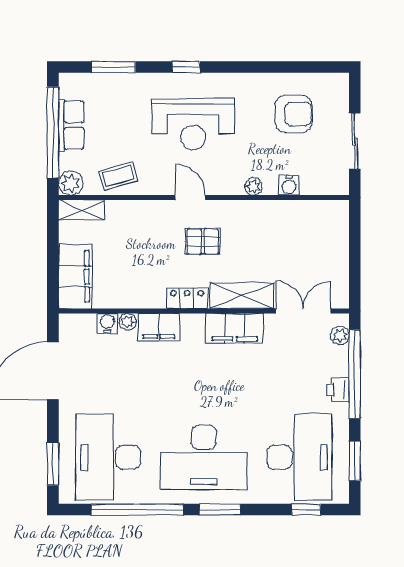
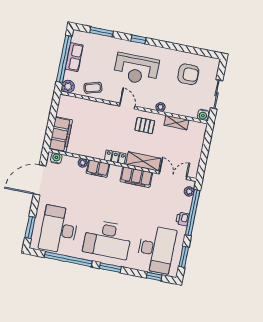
water cooler: (289, 185) -> (203, 115), moved
shelving: (81, 210) -> (176, 123), moved
pallet: (203, 242) -> (145, 125), moved
water cooler: (107, 323) -> (56, 158), moved

